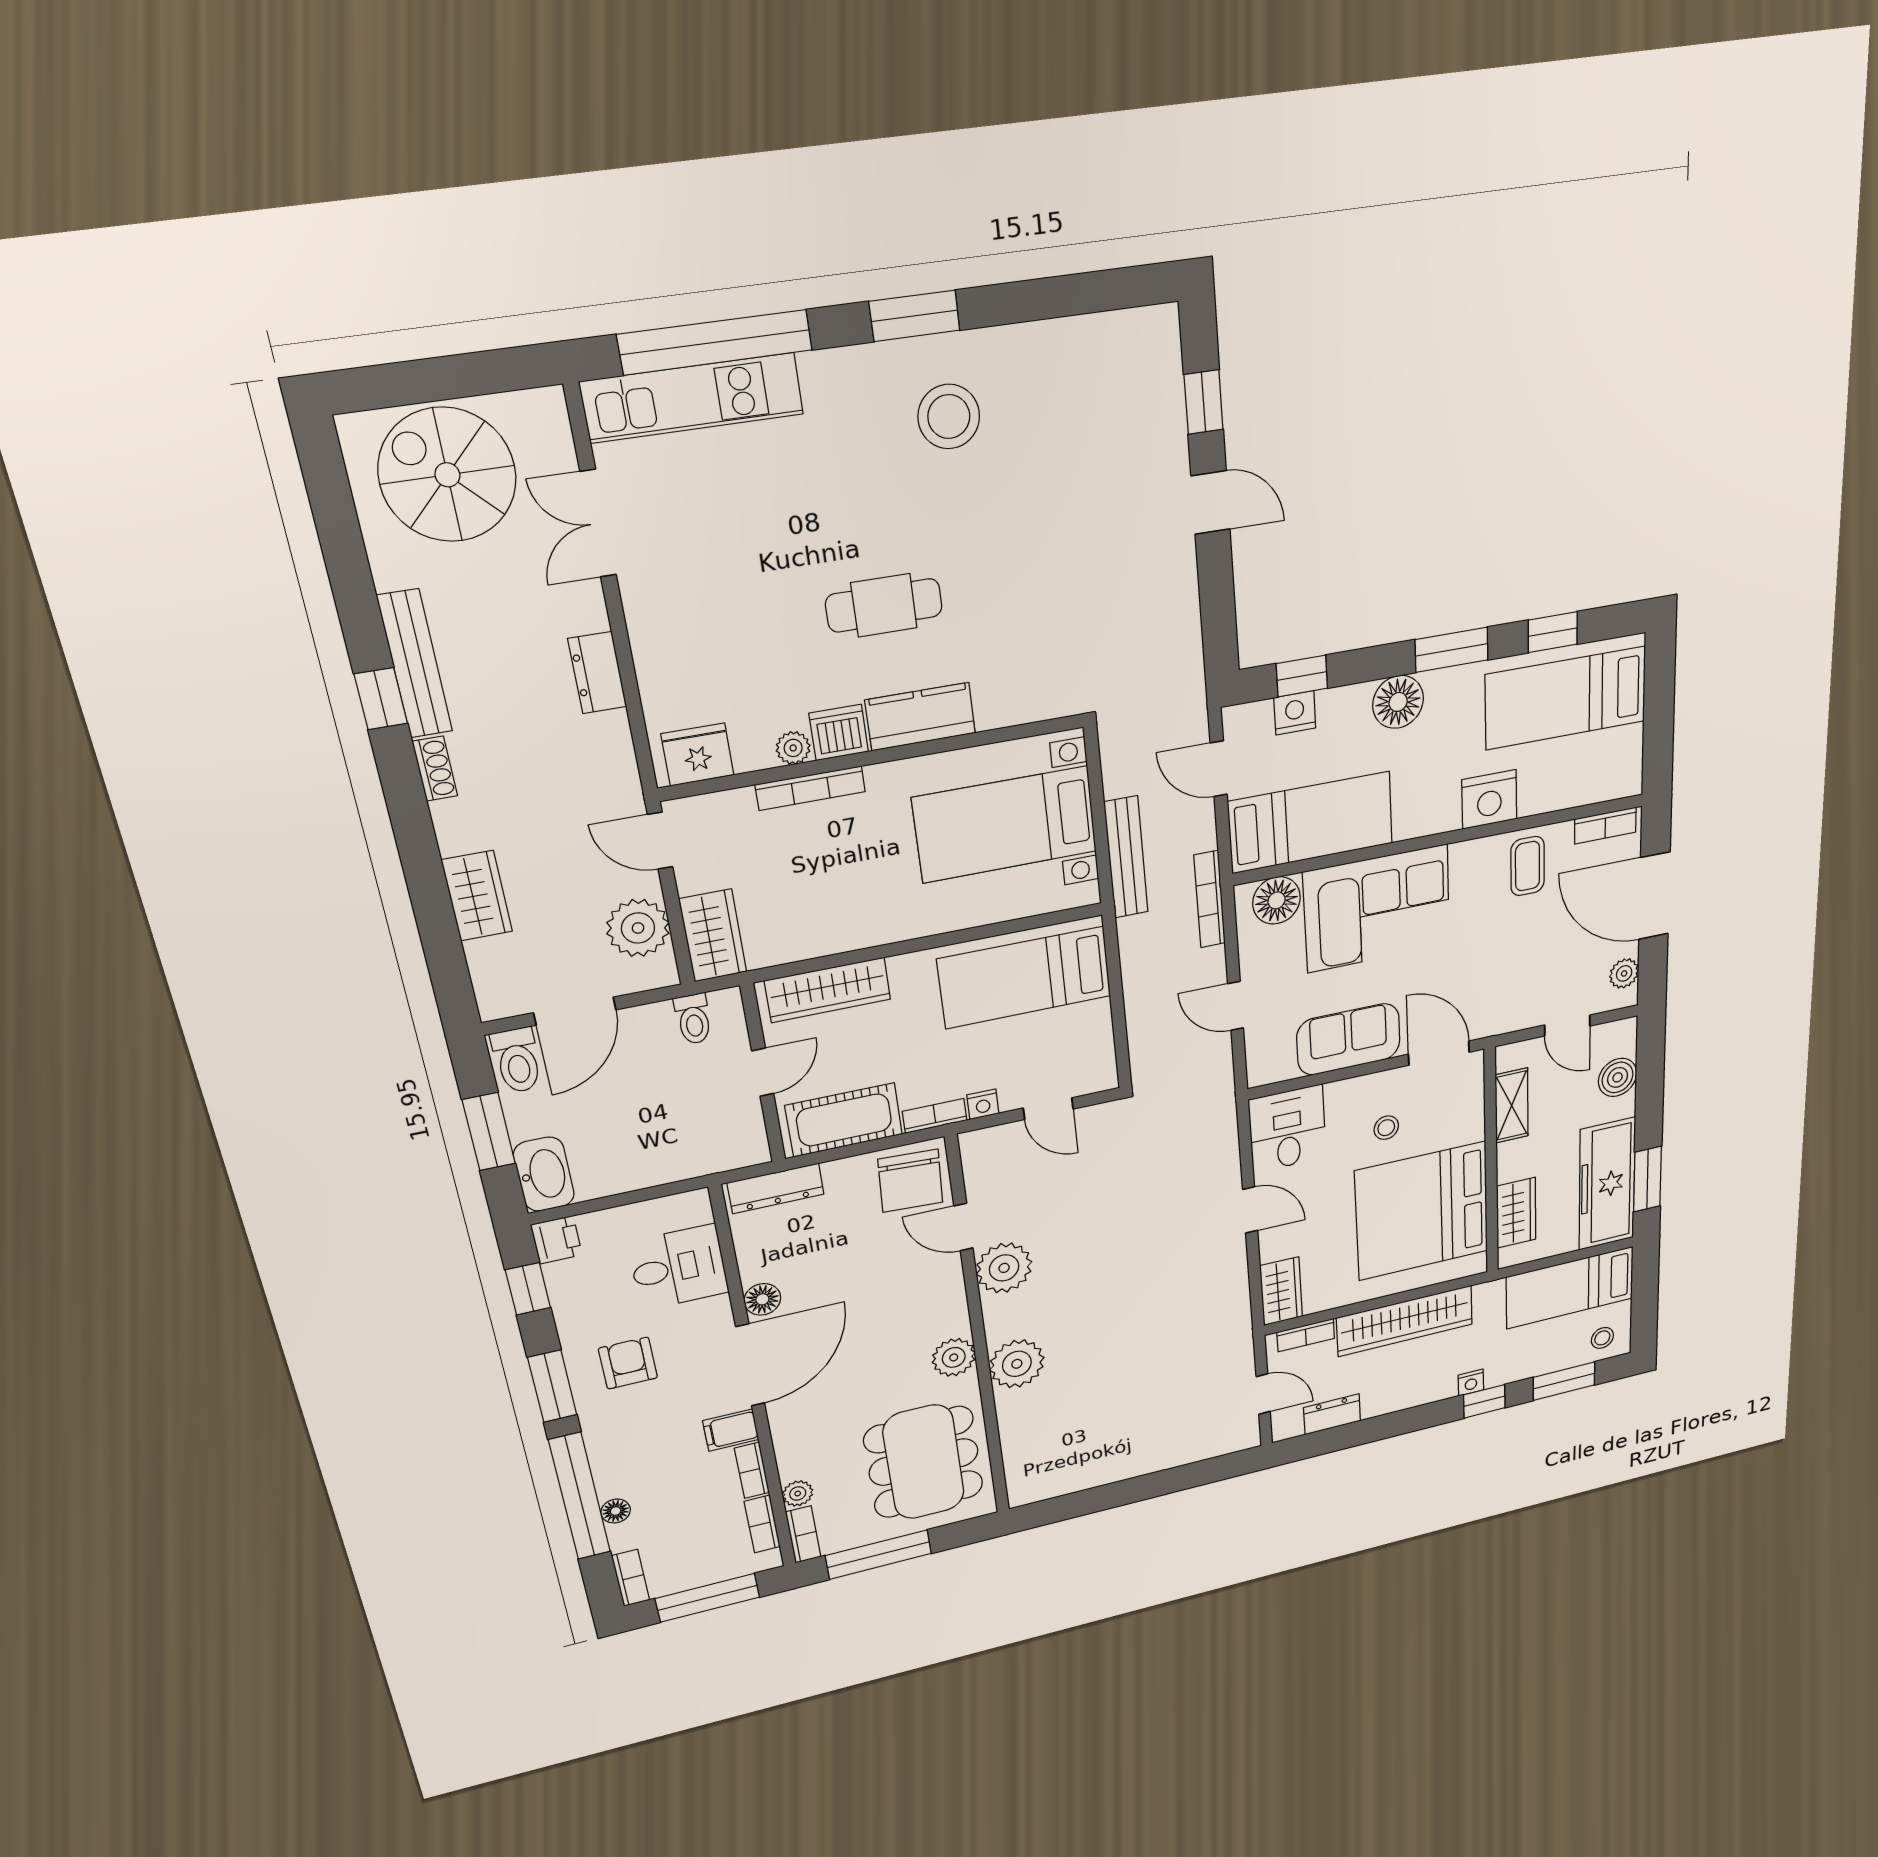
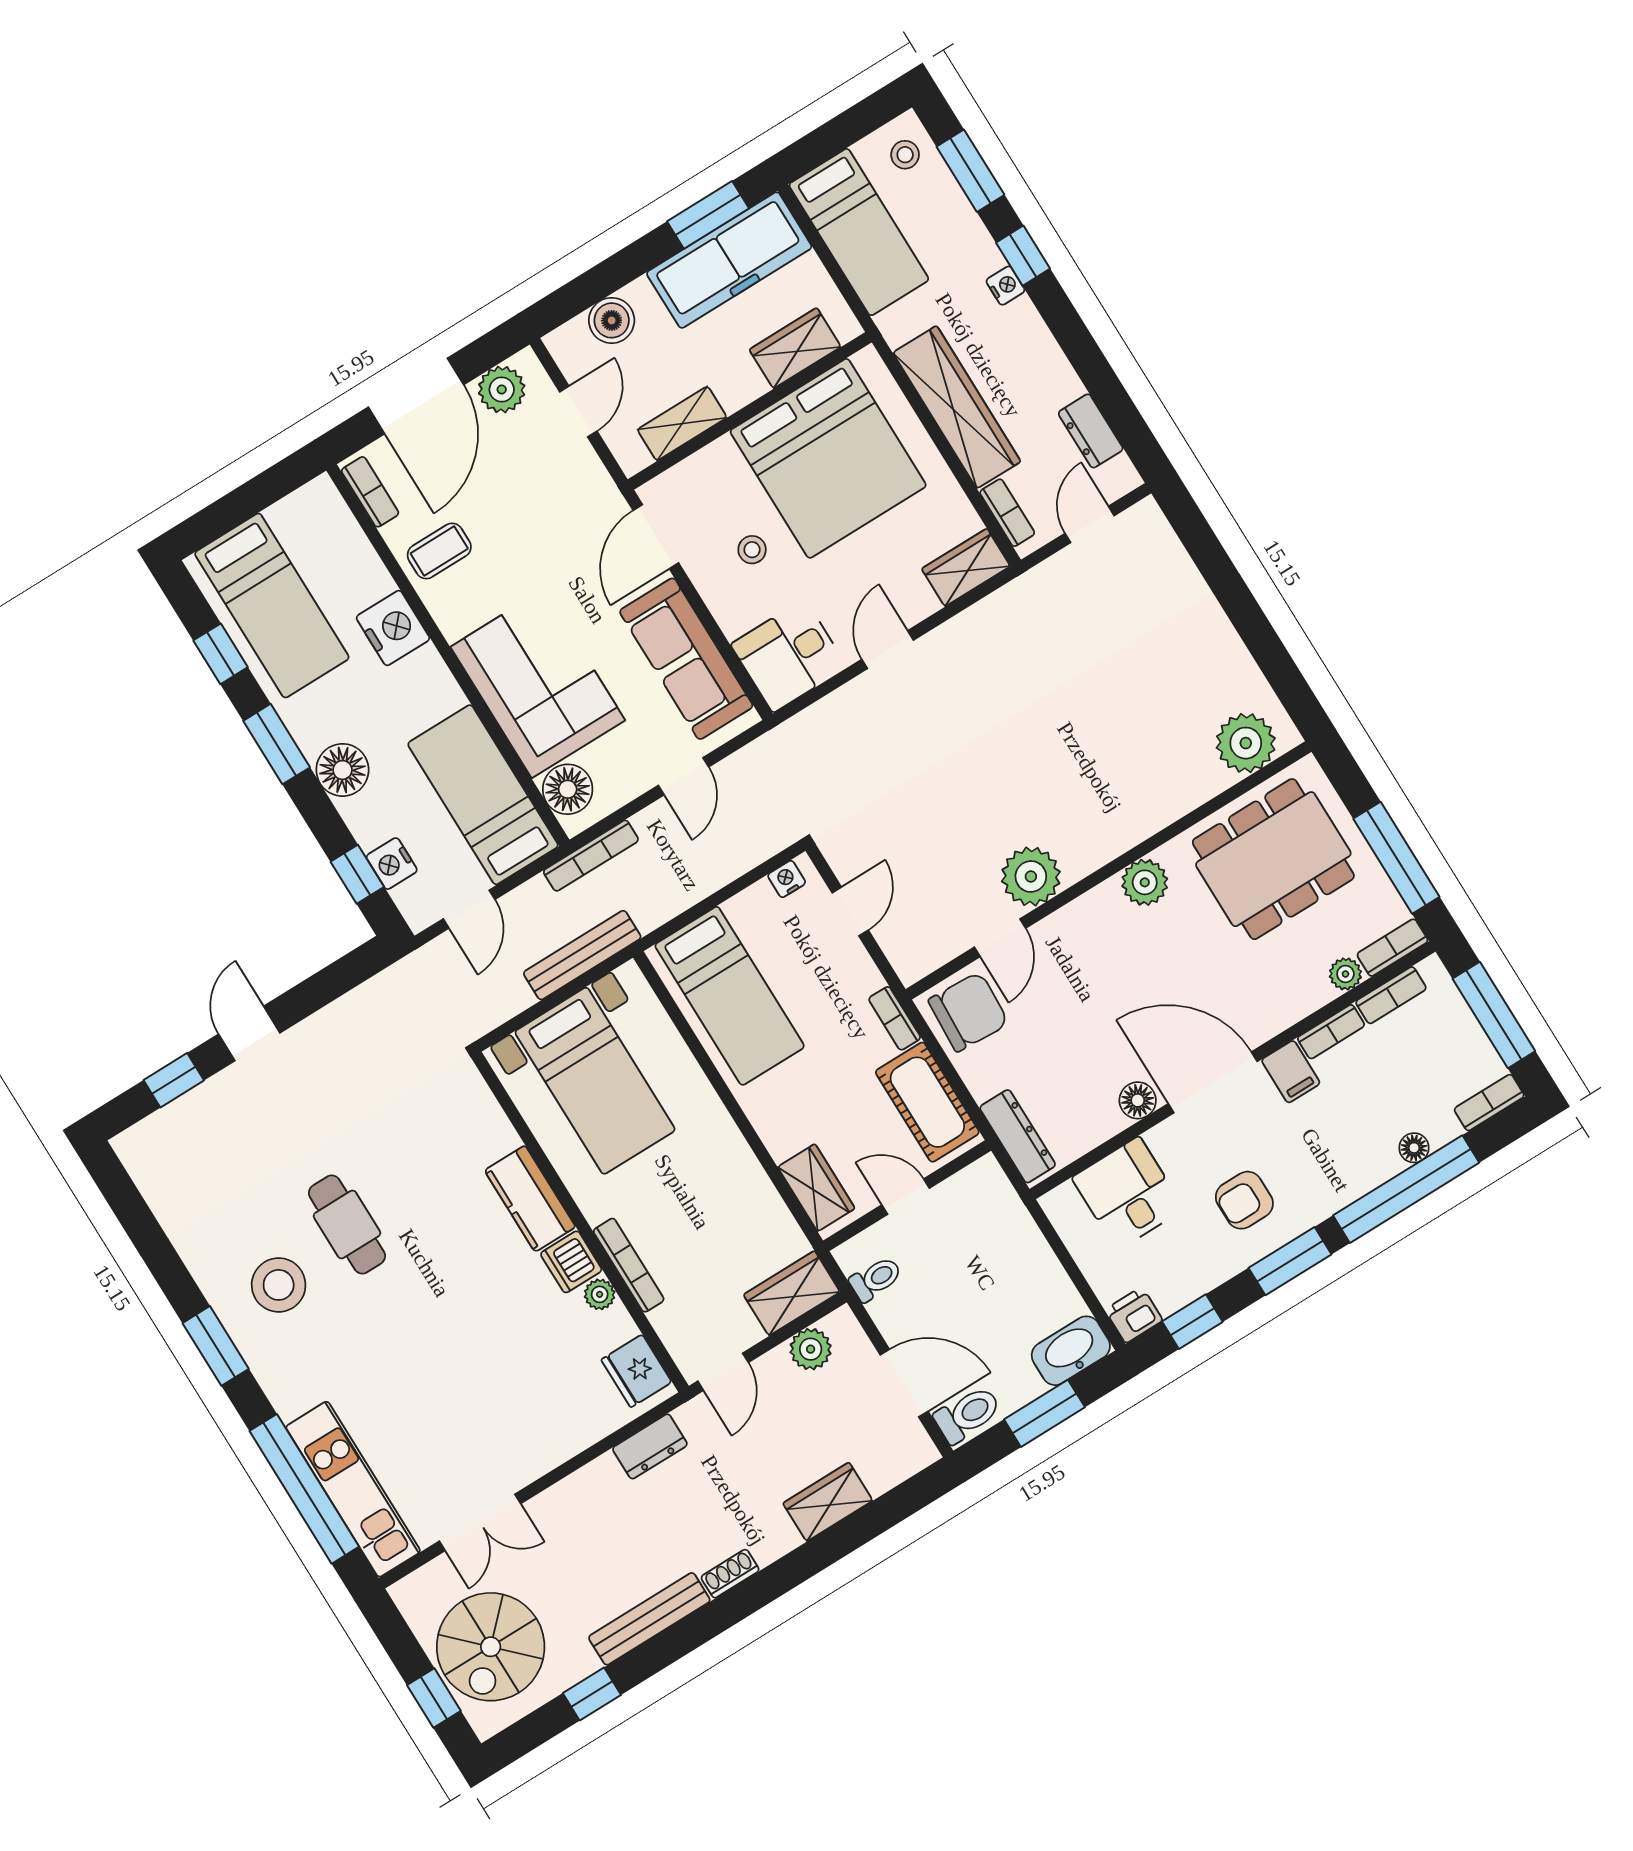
window: (409, 383) -> (434, 1698), added
cafe table: (884, 605) -> (347, 1224), moved
dresser: (597, 673) -> (650, 1446), moved
window: (381, 699) -> (592, 1694), moved
plant: (638, 928) -> (811, 1349), width x0.73, depth x0.73
plant: (1624, 973) -> (502, 390), width x1.38, depth x1.38
wardrobe: (828, 990) -> (816, 1188), width x0.67
sofa: (1348, 1039) -> (686, 659), width x1.36
nightstand: (983, 1104) -> (787, 879), moved, turned -90
plant: (1017, 1364) -> (1246, 743), moved

